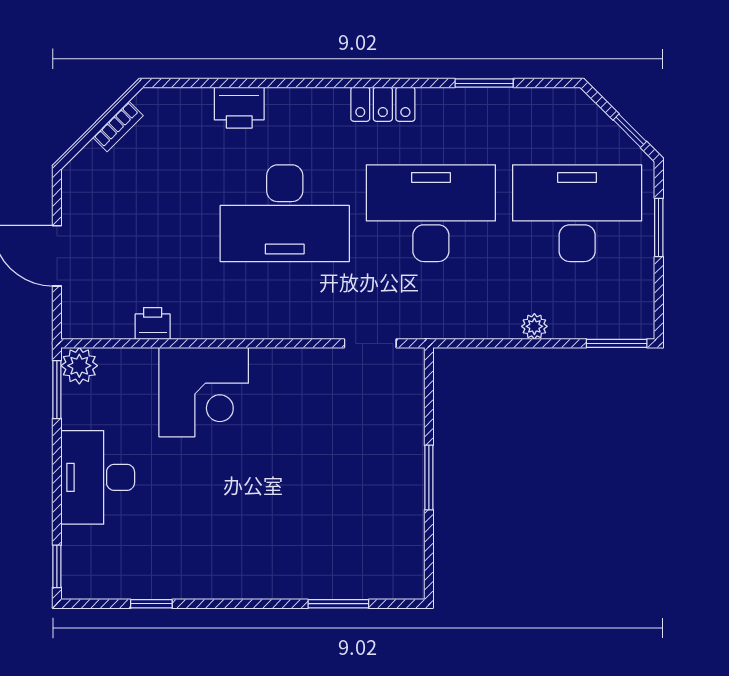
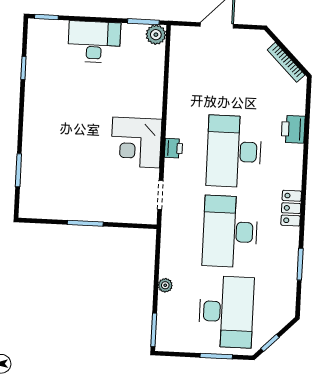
bookcase: (118, 126) -> (286, 62), width x1.56
desk: (431, 213) -> (230, 232), turned 180
printer: (153, 323) -> (174, 148), moved
corner desk: (204, 392) -> (136, 142), moved

